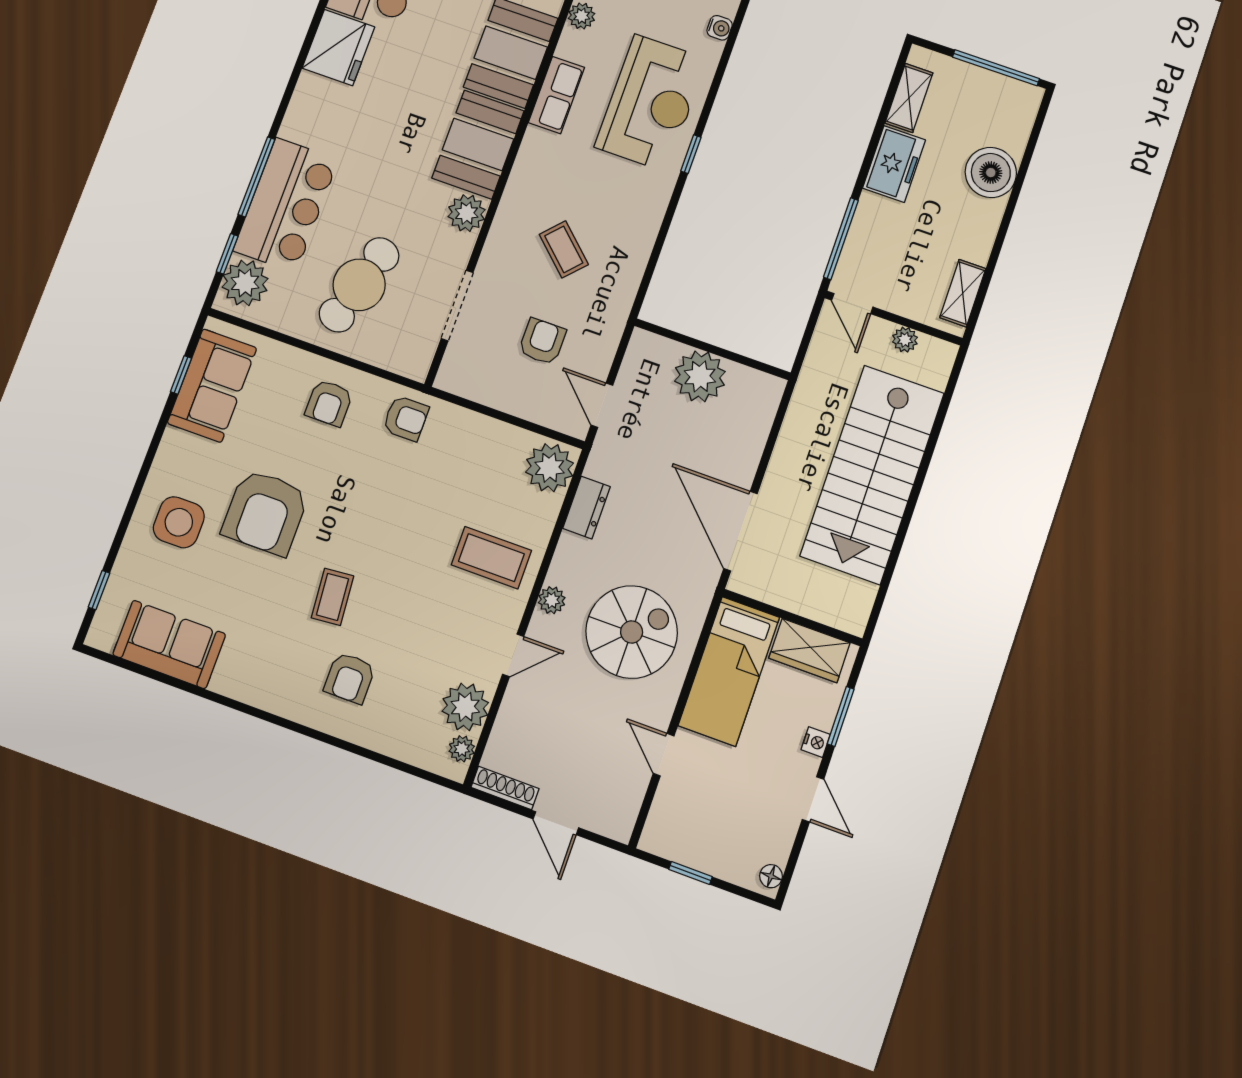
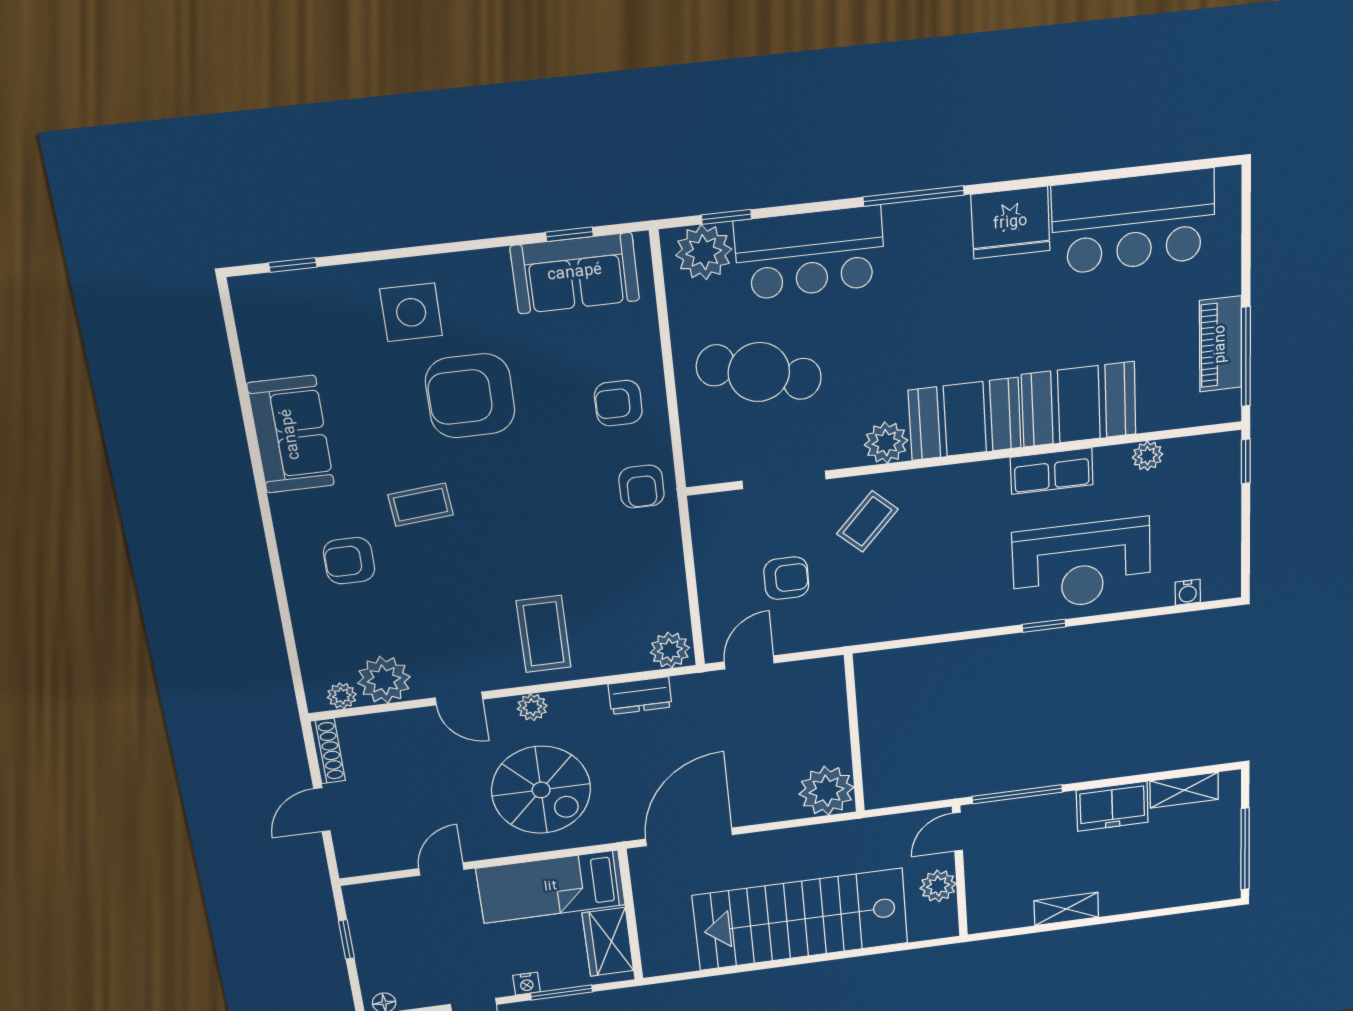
boiler: (991, 173) -> (1139, 889), removed
window: (256, 177) -> (914, 196), moved
coffee table: (564, 249) -> (867, 521), moved
shelving: (963, 293) -> (1066, 909), moved
plant: (905, 340) -> (938, 886), width x1.38, depth x1.38
plant: (700, 376) -> (826, 791), moved
plant: (550, 468) -> (670, 650), width x0.73, depth x0.73
sofa: (169, 644) -> (291, 434), moved

